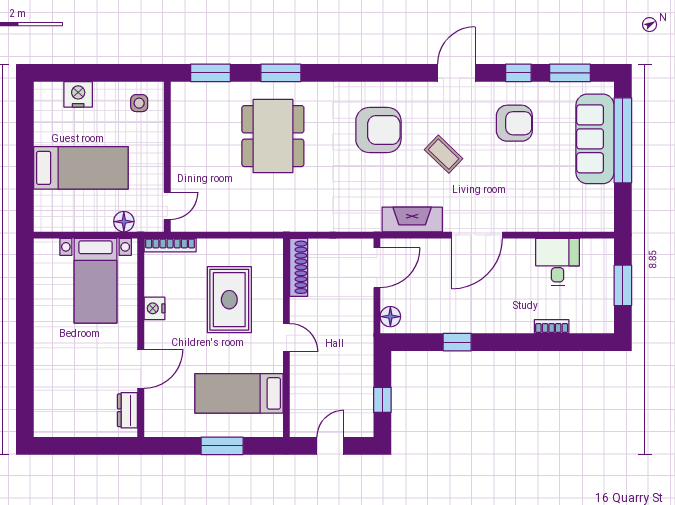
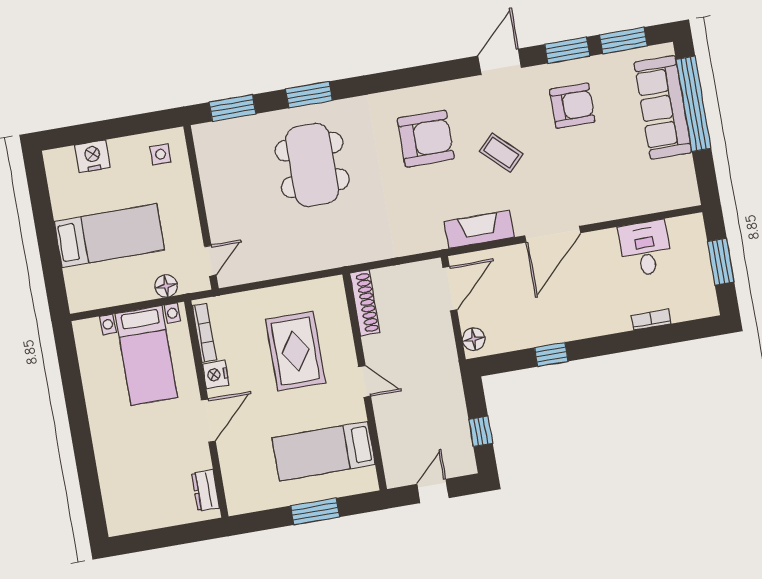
window: (518, 73) -> (567, 50), width x1.50
bookcase: (170, 245) -> (204, 333), moved, turned -90
door: (141, 369) -> (208, 421), moved

